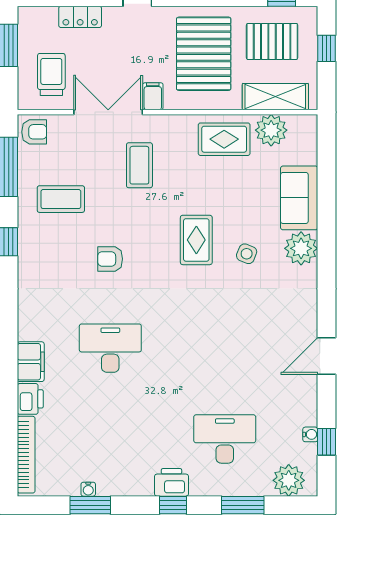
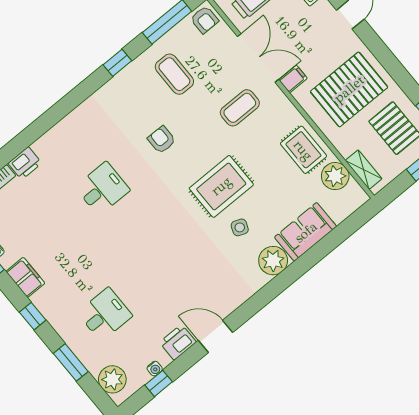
shelving: (275, 97) -> (364, 170), width x0.67, depth x0.75
rug: (196, 240) -> (221, 186), width x1.36, depth x1.43
desk: (110, 348) -> (102, 189), width x0.73
filing cabinet: (31, 362) -> (25, 277), moved, turned -90
desk: (225, 439) -> (105, 314), width x0.73
printer: (171, 482) -> (178, 342), moved, turned -90

